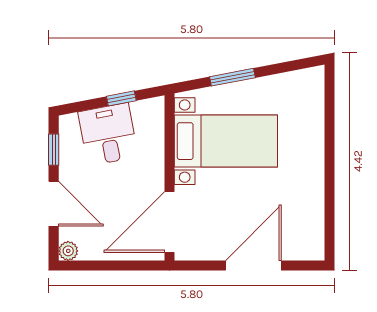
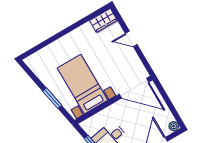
wardrobe: (311, 237) -> (103, 20), added
door: (253, 265) -> (131, 39), width x0.53

